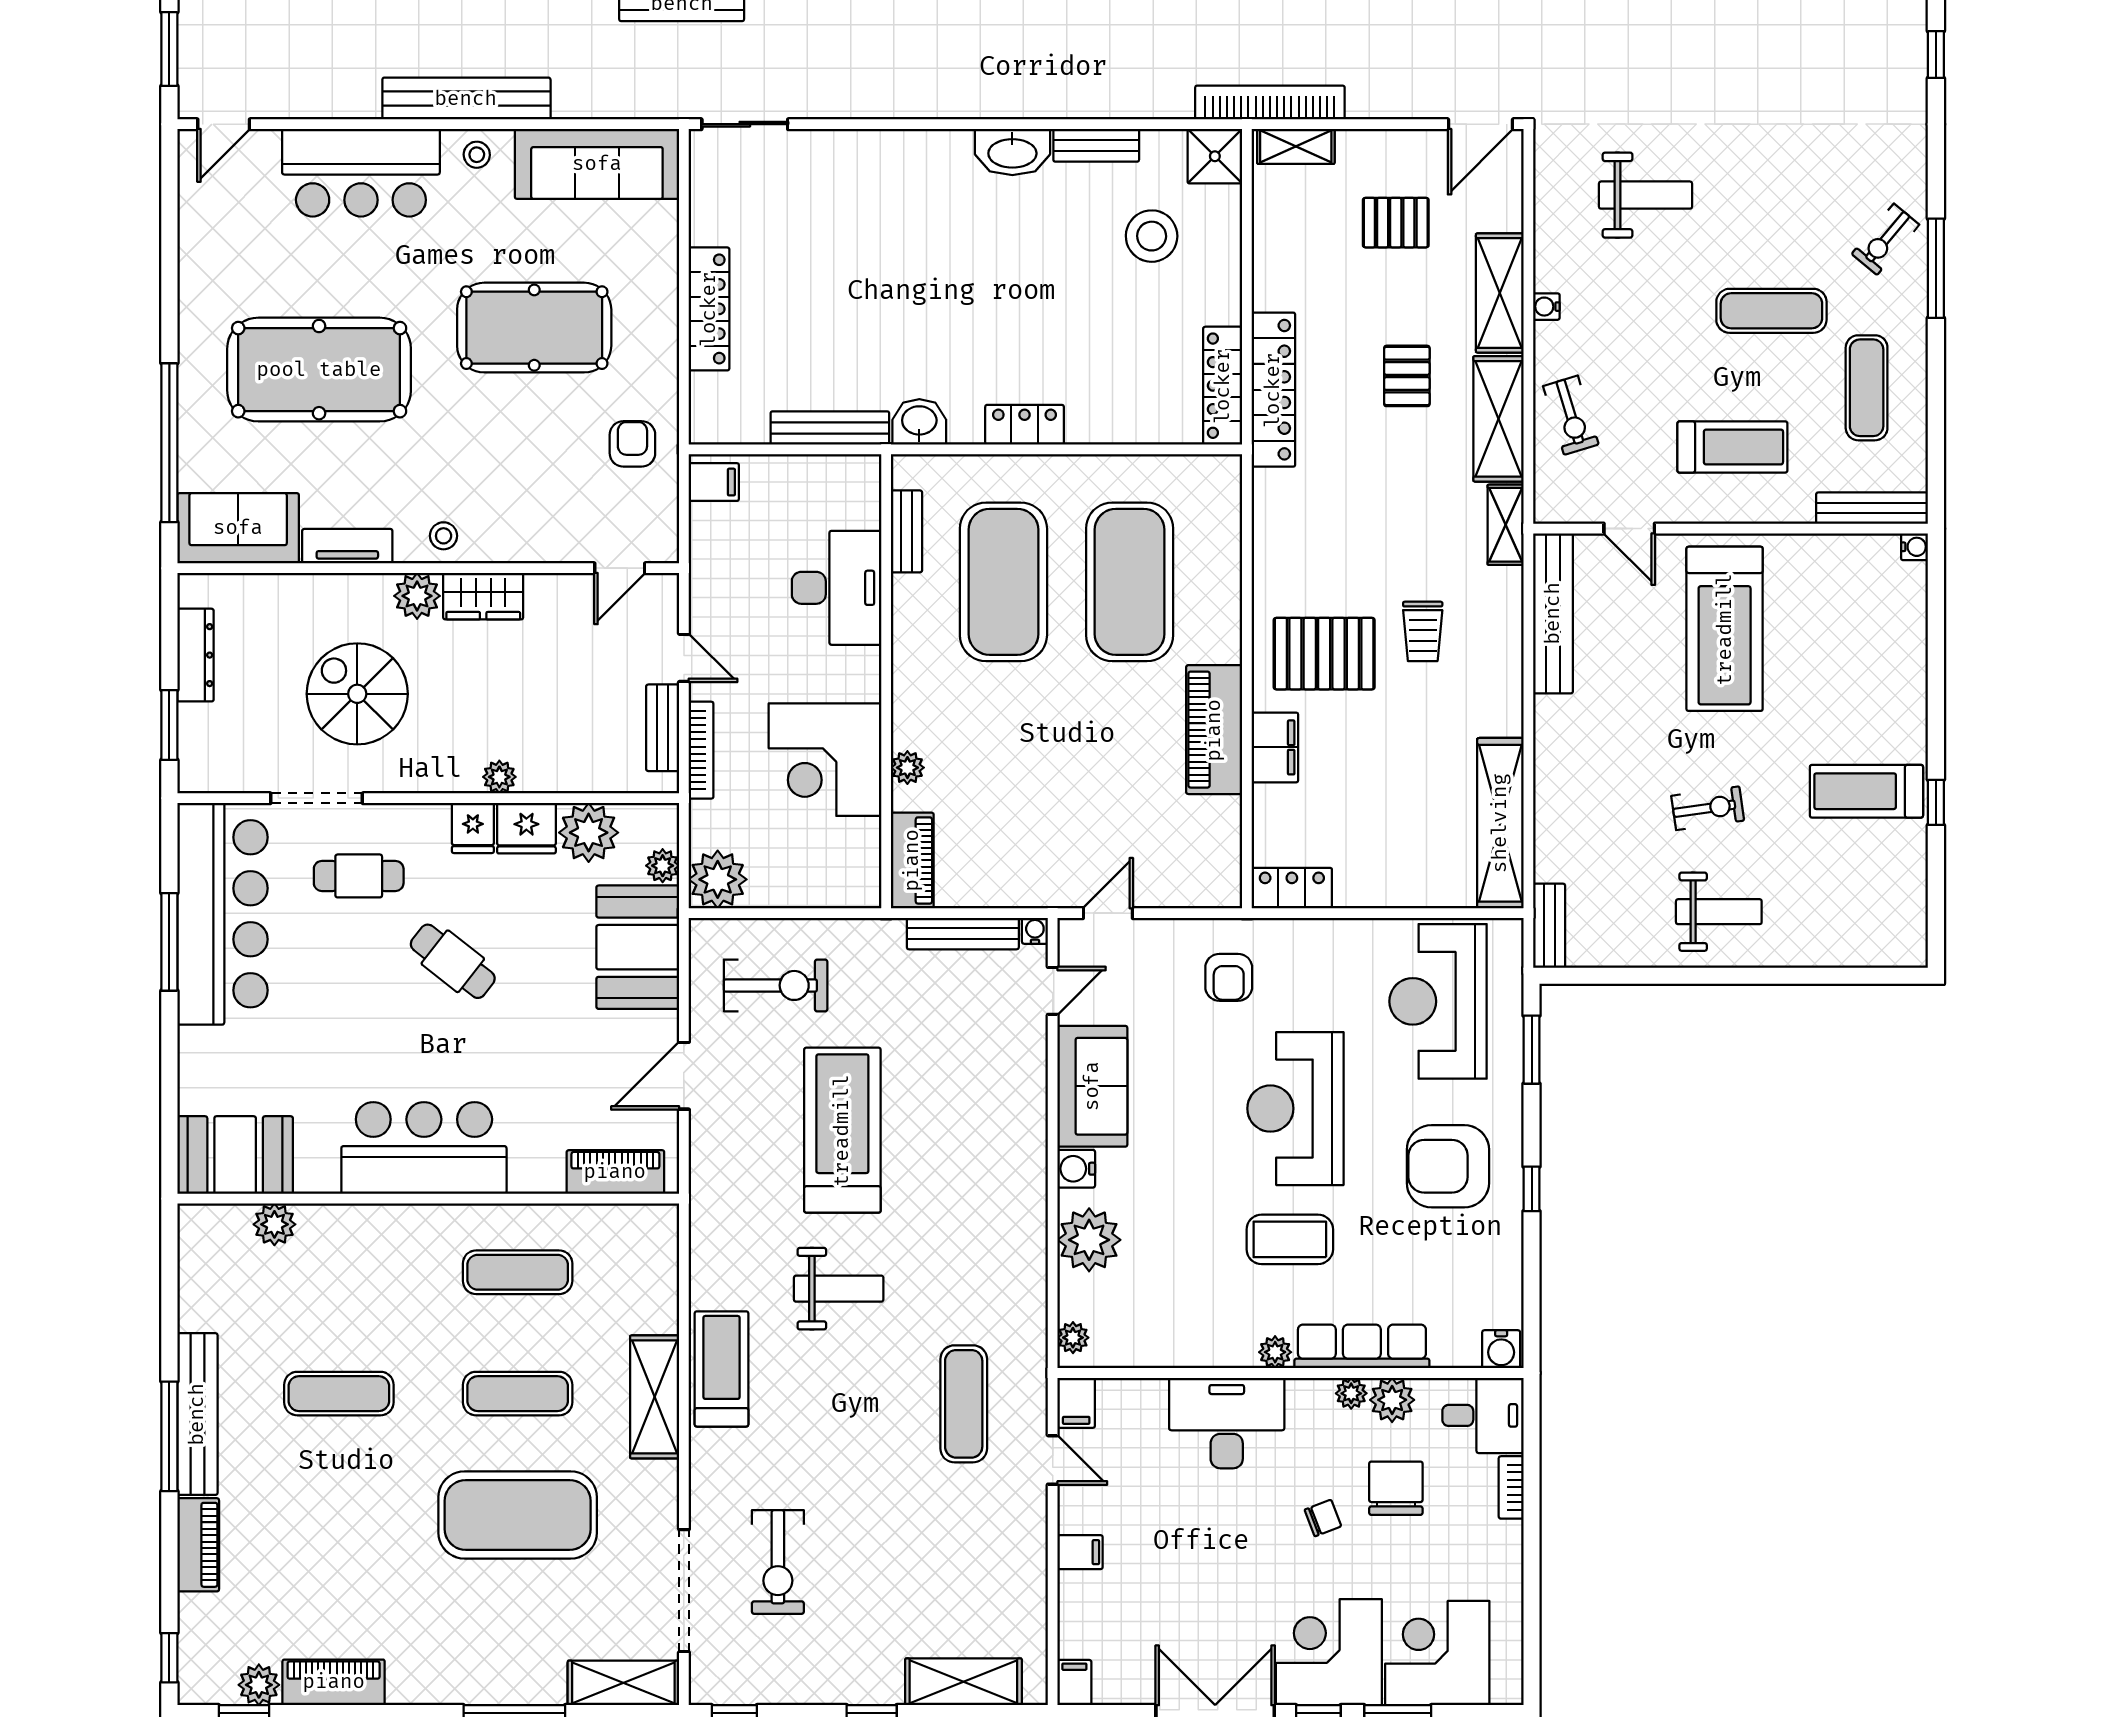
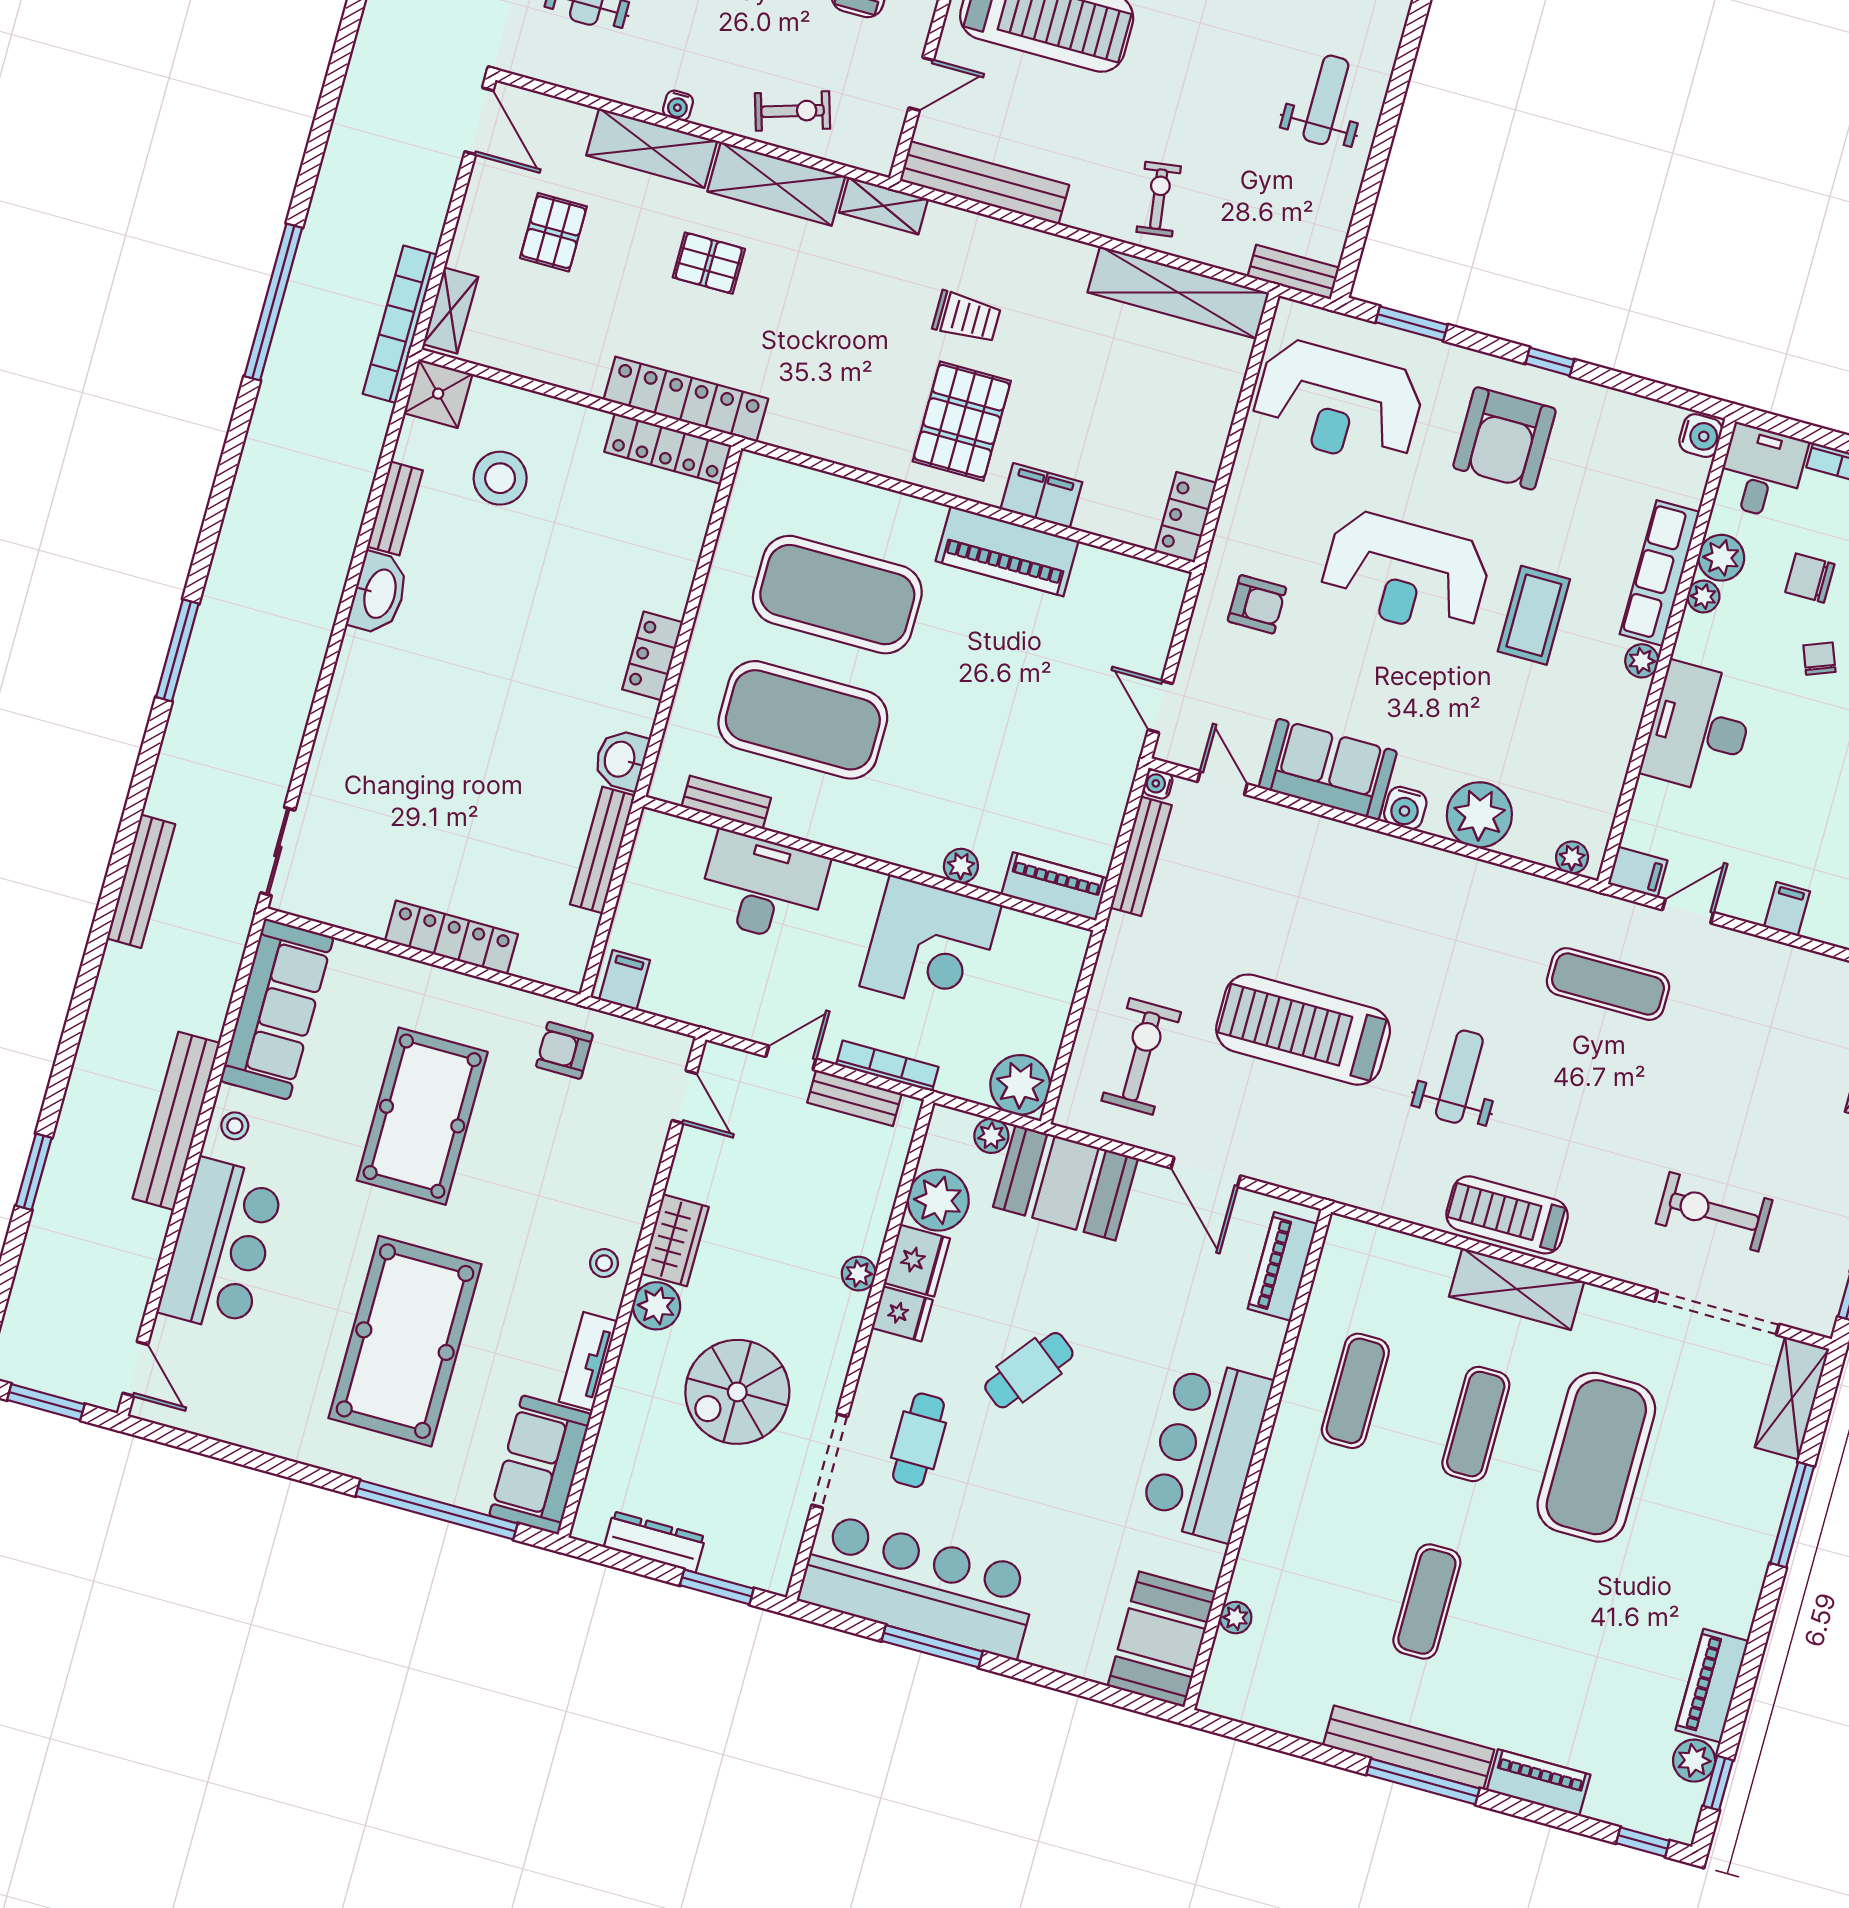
exercise bike: (1708, 808) -> (1159, 199), moved
plant: (274, 1224) -> (1236, 1618), width x0.73, depth x0.73
chair: (1396, 1488) -> (1810, 578), width x0.73, depth x0.73
exercise bike: (778, 1562) -> (1714, 1212), turned 180

